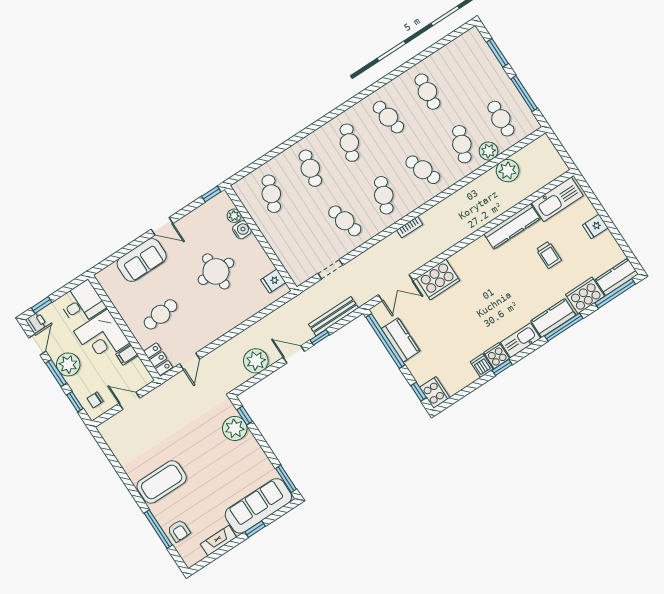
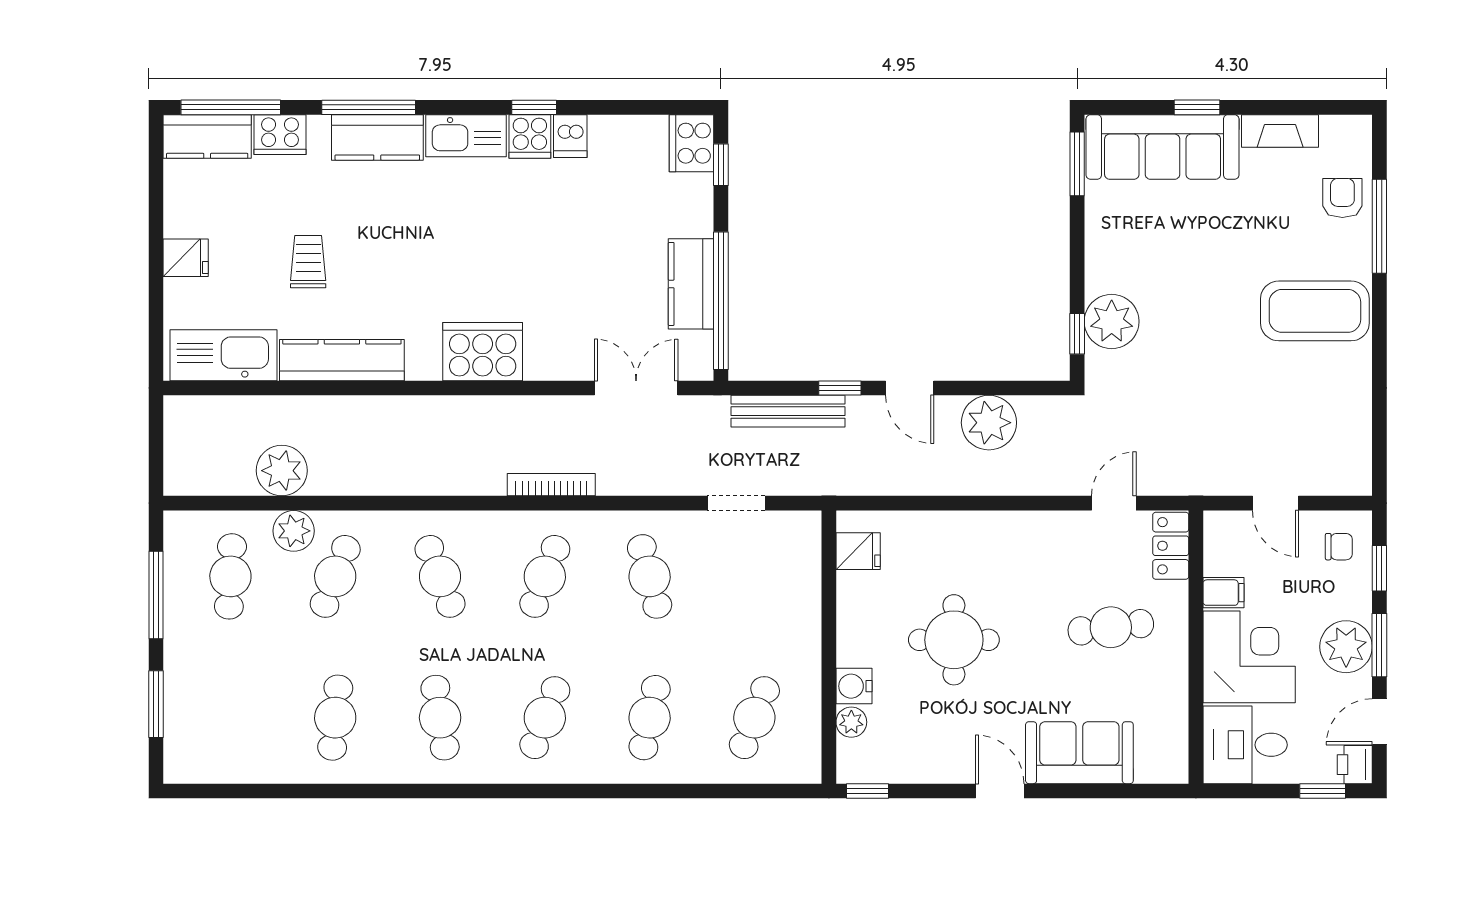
bookcase: (410, 227) -> (551, 485), width x1.56
cooker: (438, 279) -> (483, 352), moved
cooker: (585, 295) -> (280, 135), width x0.73, depth x0.76

